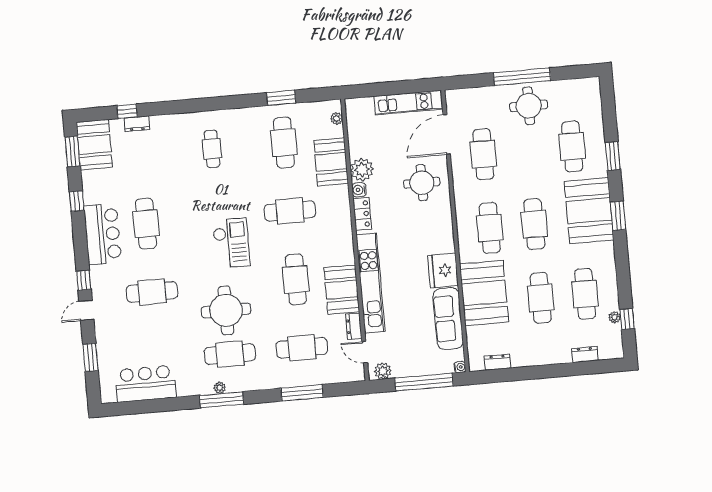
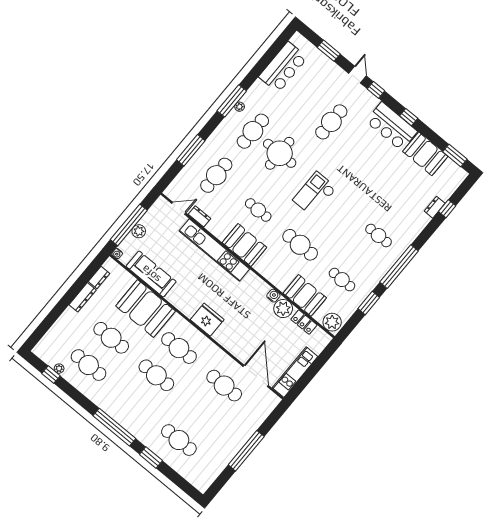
window: (222, 103) -> (399, 267), added
round table: (529, 106) -> (226, 438), removed
plant: (337, 119) -> (332, 322), width x1.88, depth x1.88
cafe table: (284, 143) -> (342, 280), width x0.73, depth x0.74
booth: (94, 145) -> (425, 154), moved
round table: (422, 183) -> (242, 335), removed
window: (77, 201) -> (409, 117), moved
cafe table: (290, 211) -> (300, 245), turned 90
booth: (589, 211) -> (133, 414), removed
locker: (362, 214) -> (304, 322), moved
window: (618, 216) -> (114, 427), width x2.11
cafe table: (146, 224) -> (373, 157), removed
checkout: (231, 243) -> (315, 194), turned 90
fridge: (443, 270) -> (207, 320), moved
cafe table: (296, 279) -> (258, 210), width x0.73, depth x0.74
booth: (342, 290) -> (245, 245), moved
dresser: (585, 355) -> (83, 297), moved, width x1.44
plant: (383, 371) -> (139, 231), moved

